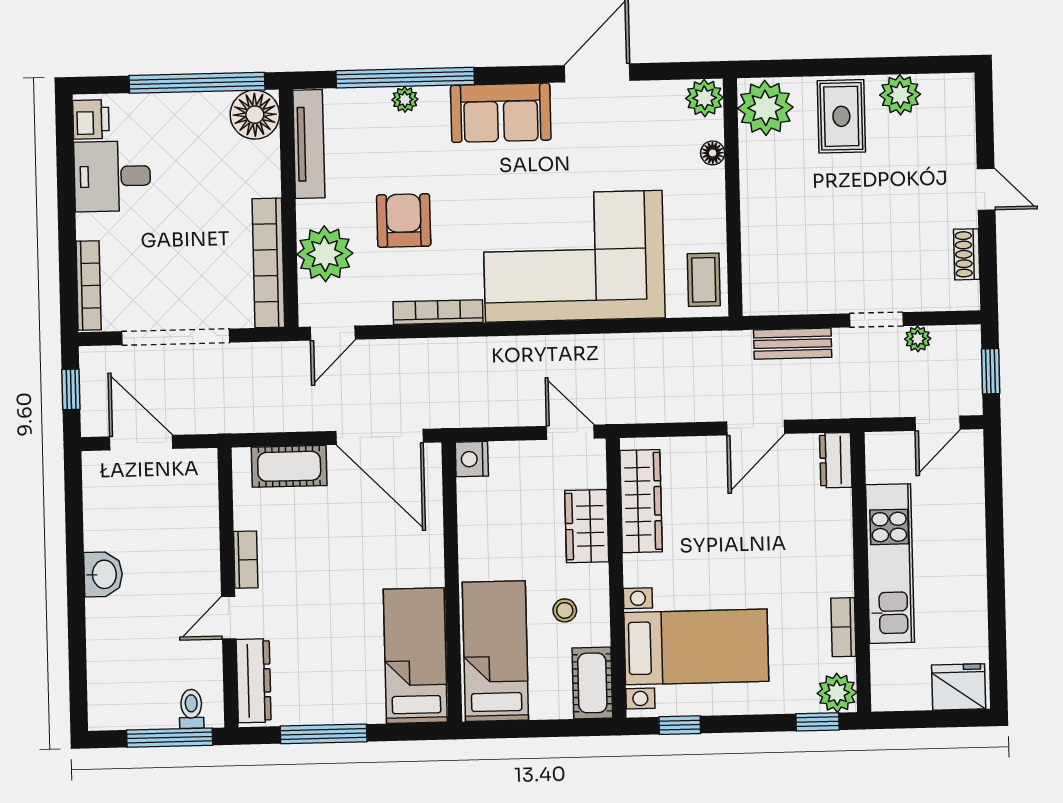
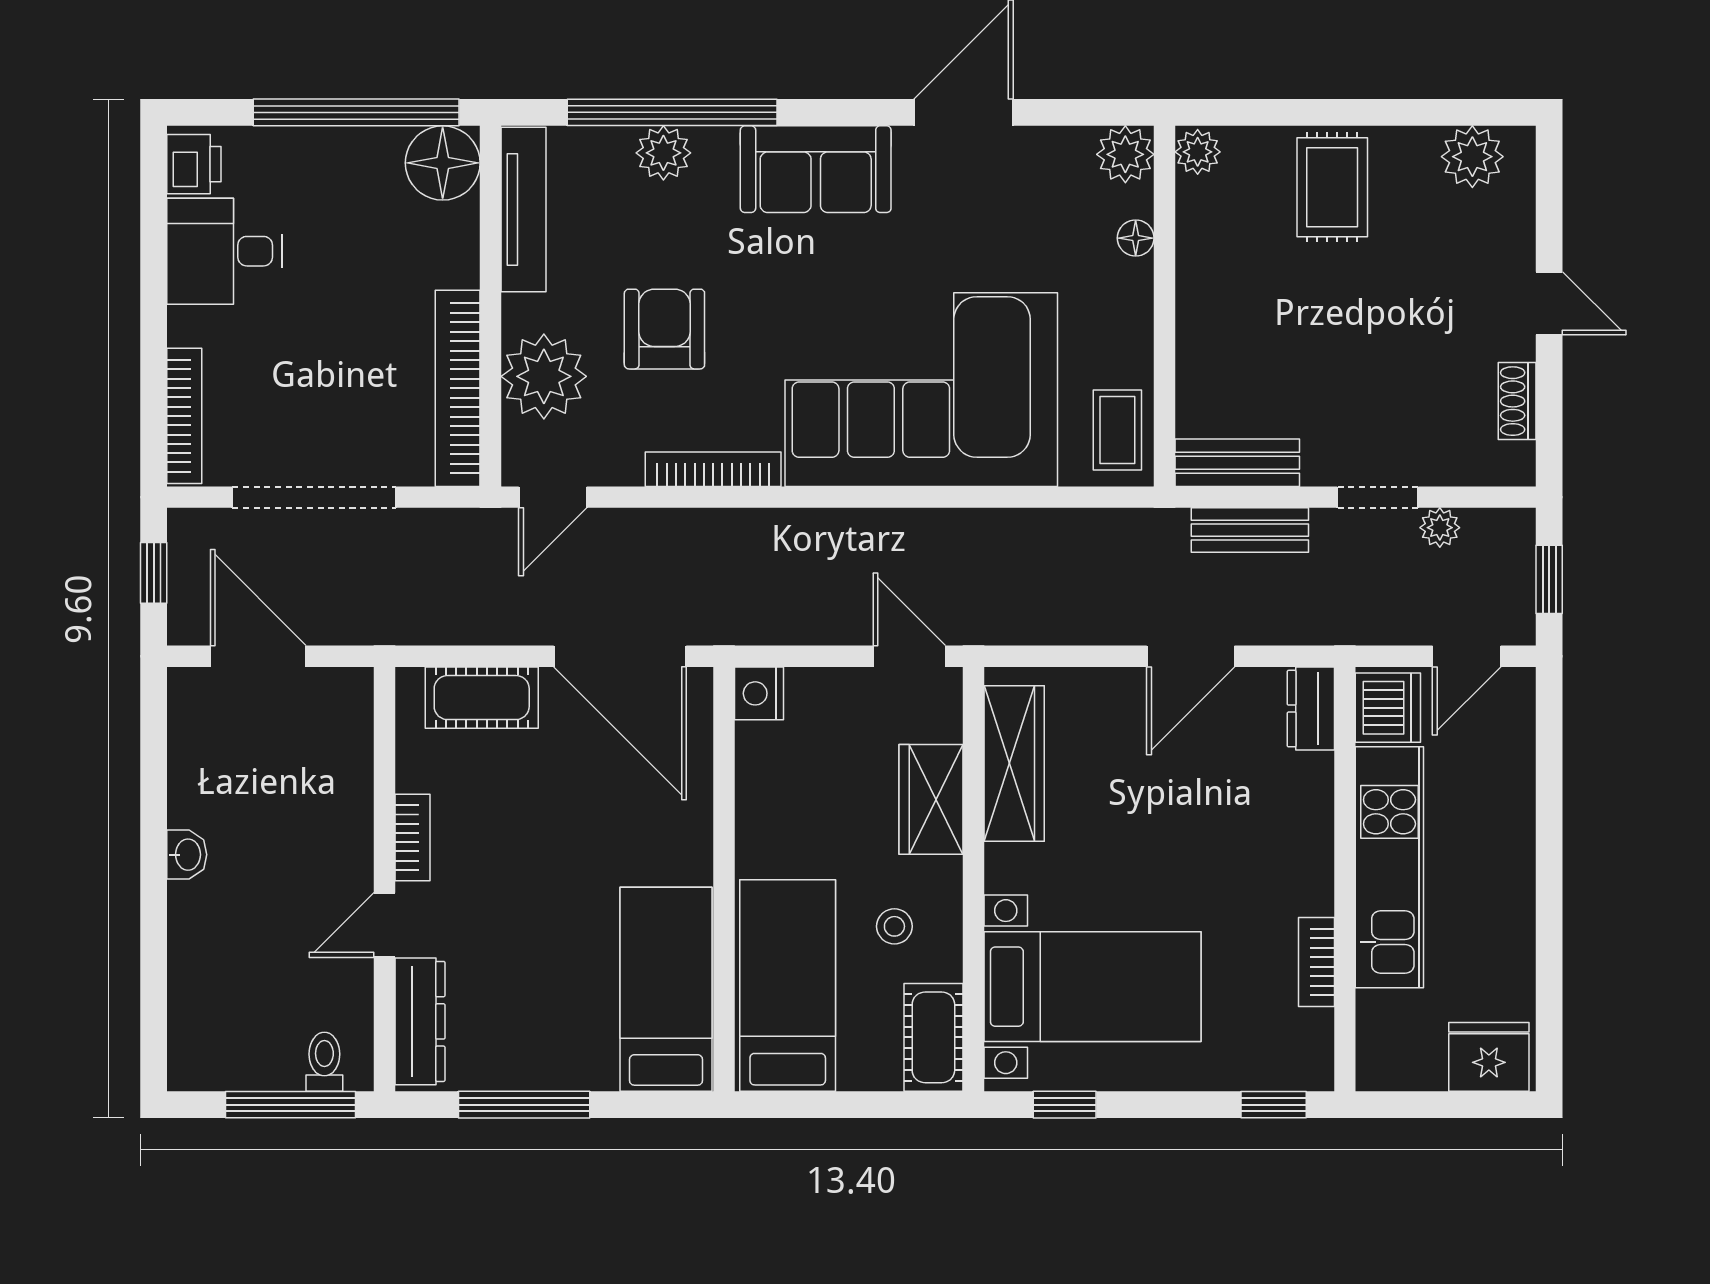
plant: (900, 95) -> (1472, 157), moved
plant: (405, 99) -> (663, 153), width x1.38, depth x1.38
plant: (765, 108) -> (1198, 152), width x0.53, depth x0.53
bench: (783, 299) -> (1237, 463), added
dishwasher: (887, 458) -> (1388, 708), added
washbasin: (103, 574) -> (187, 855), width x0.72, depth x0.69
plant: (837, 693) -> (1304, 1061), removed

